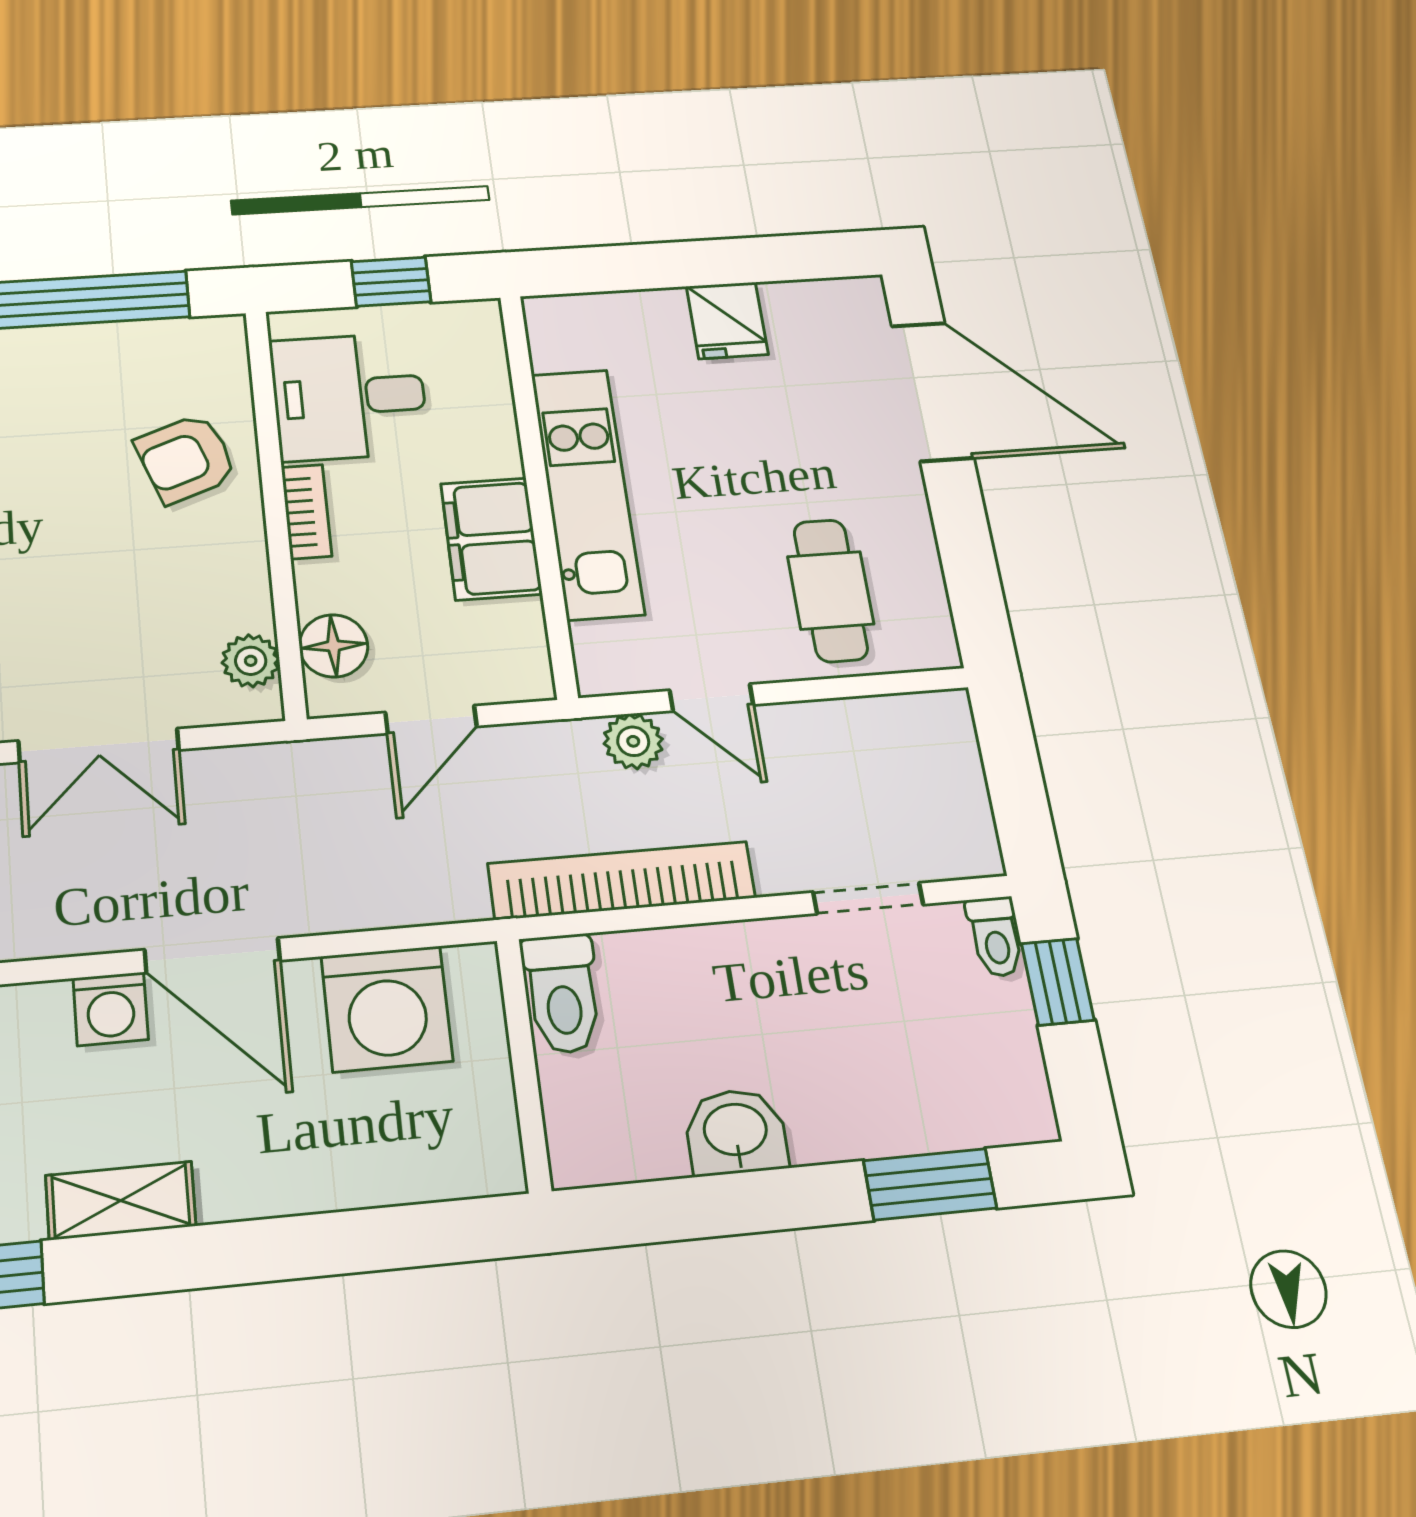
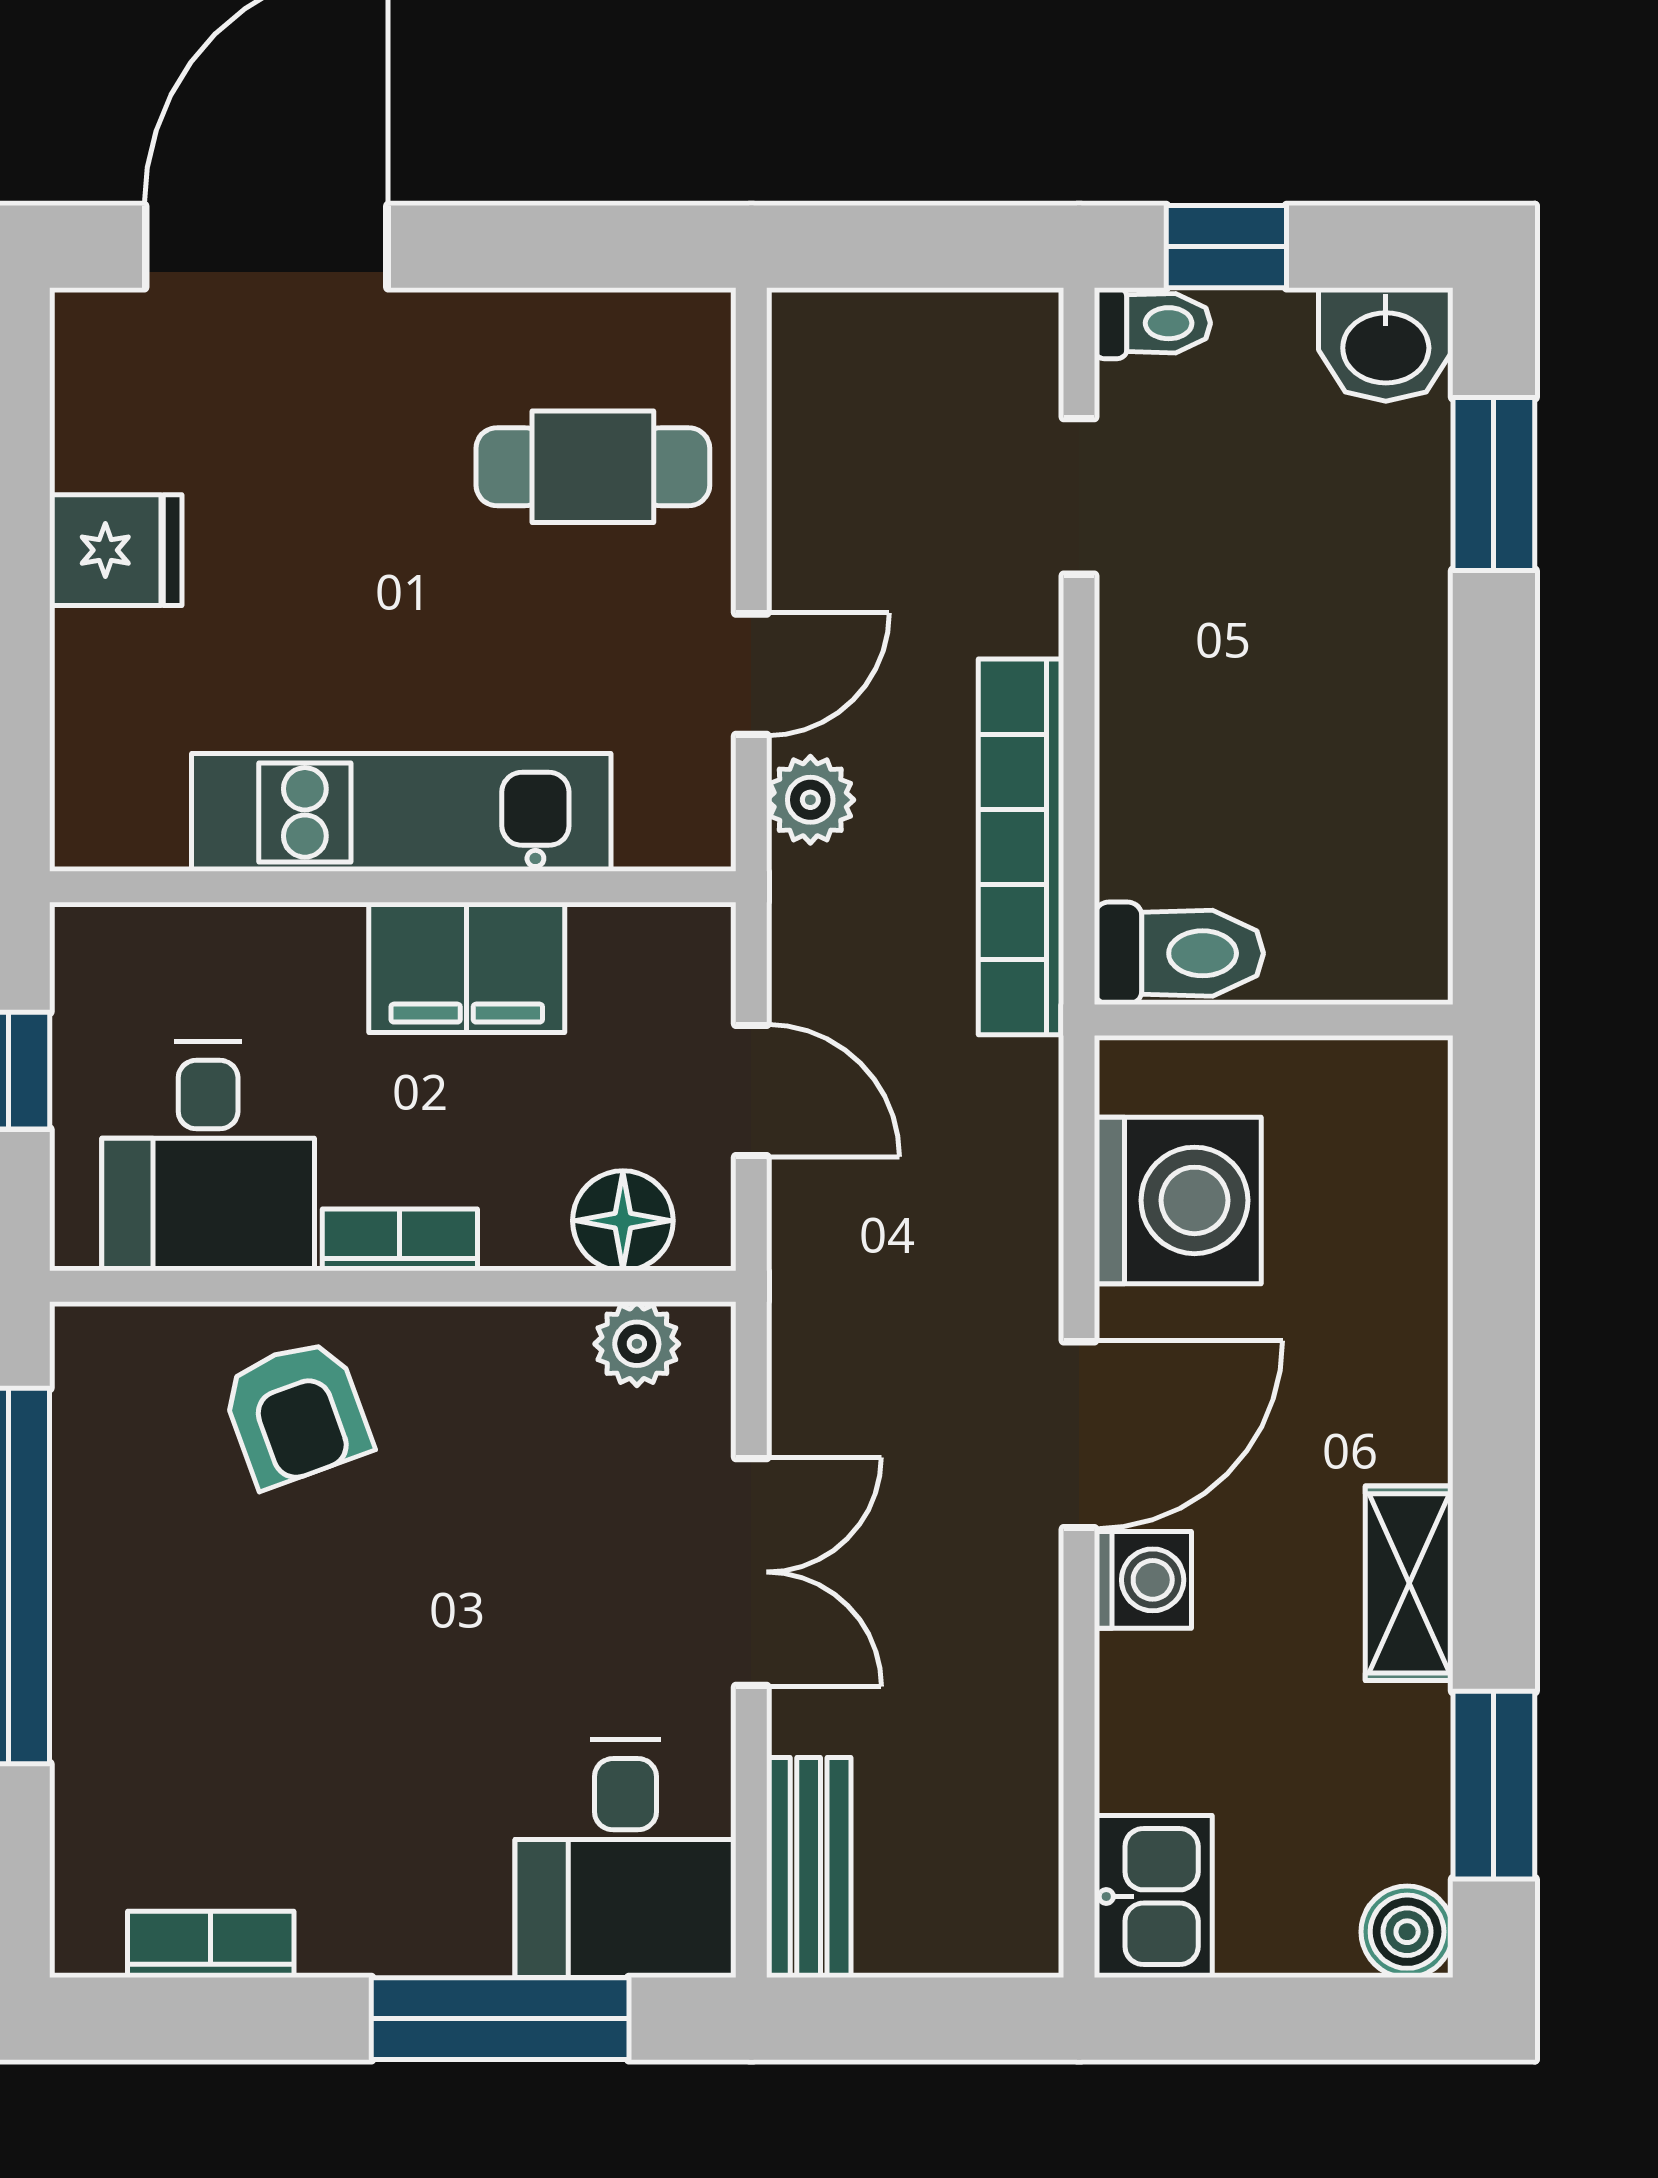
washbasin: (736, 1132) -> (1386, 344), moved, turned -90

